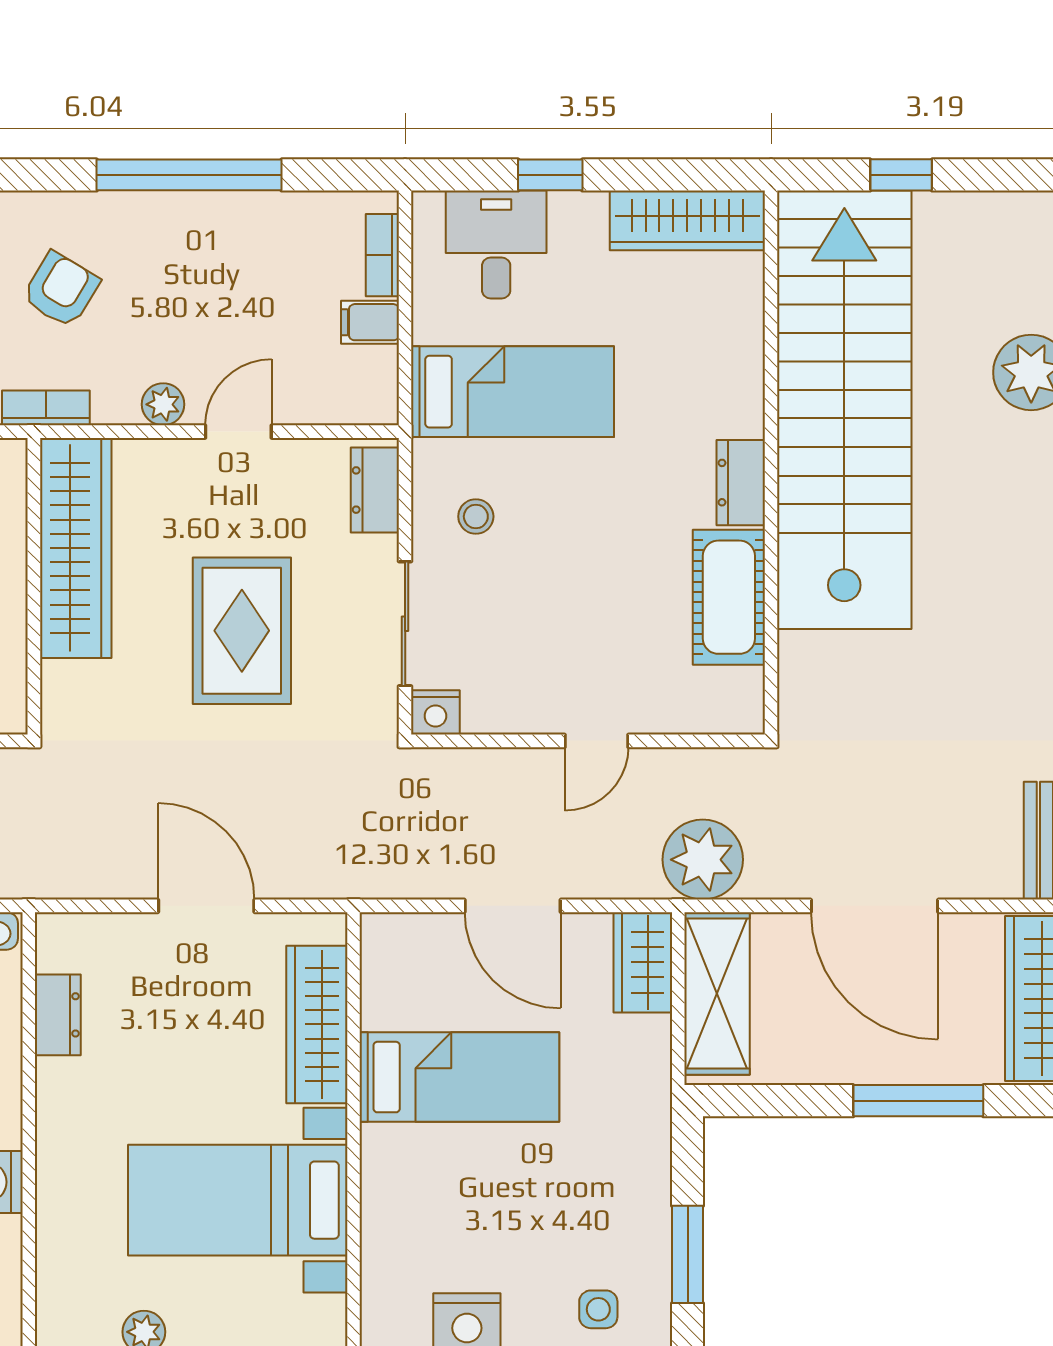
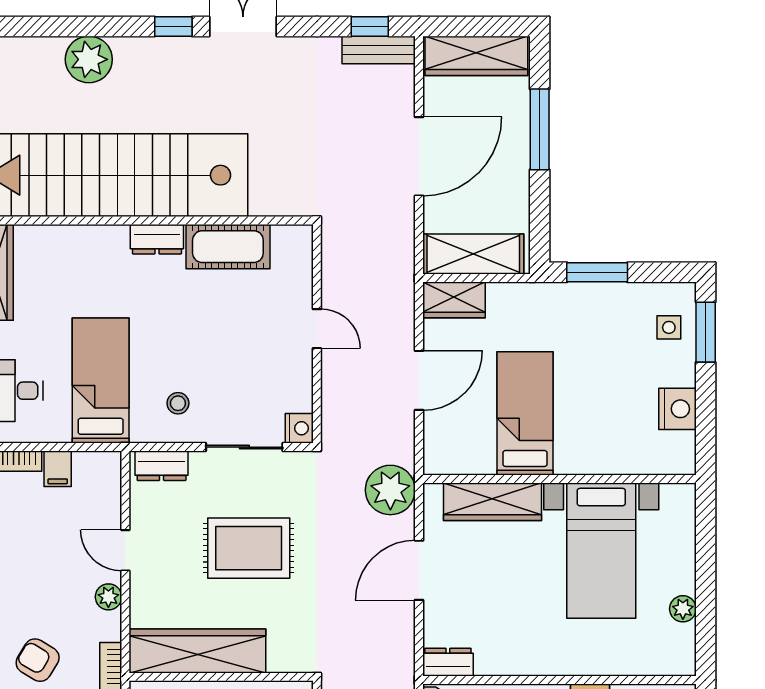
plant: (703, 860) -> (390, 490), moved
dresser: (58, 1015) -> (448, 662), moved
window: (688, 1254) -> (597, 272), moved

